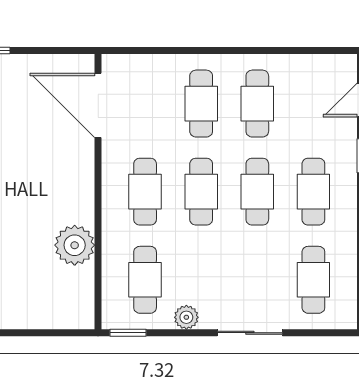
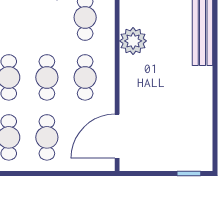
door: (98, 105) -> (117, 136), swing flipped

